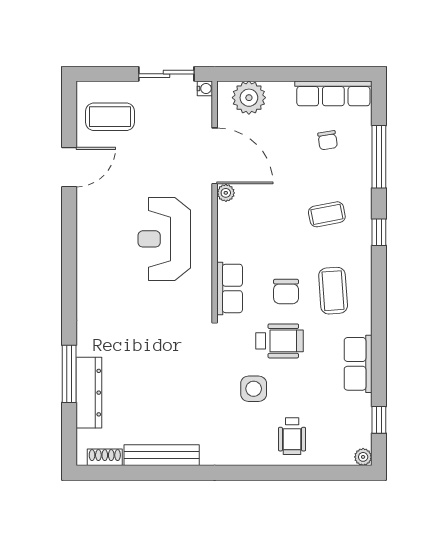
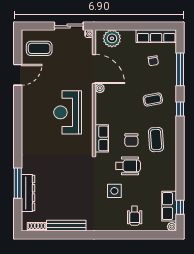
row of seats: (358, 364) -> (169, 206), moved

